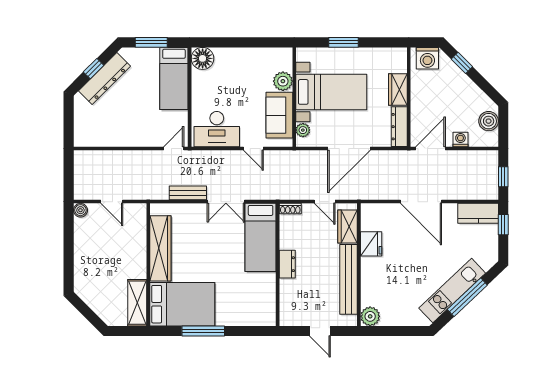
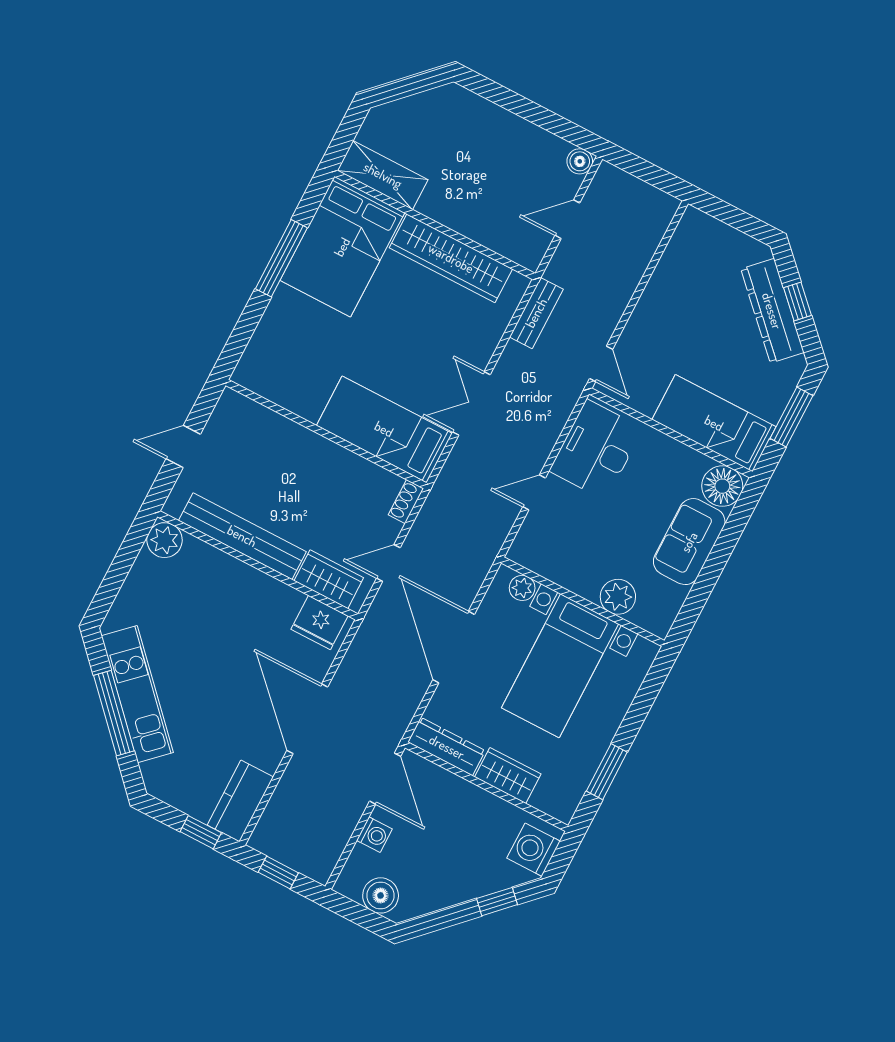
window: (344, 42) -> (607, 772), moved
sofa: (279, 115) -> (689, 542), moved, turned -90
bench: (188, 193) -> (536, 313), moved
door: (421, 202) -> (307, 719), hinge flipped
fridge: (371, 244) -> (319, 623), moved
dresser: (287, 264) -> (319, 450), removed

